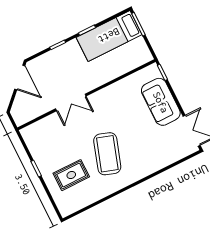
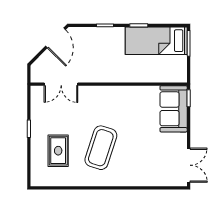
double door: (71, 102) -> (61, 84), moved
sofa: (161, 102) -> (174, 109), moved
rug: (71, 175) -> (58, 151), turned 90

